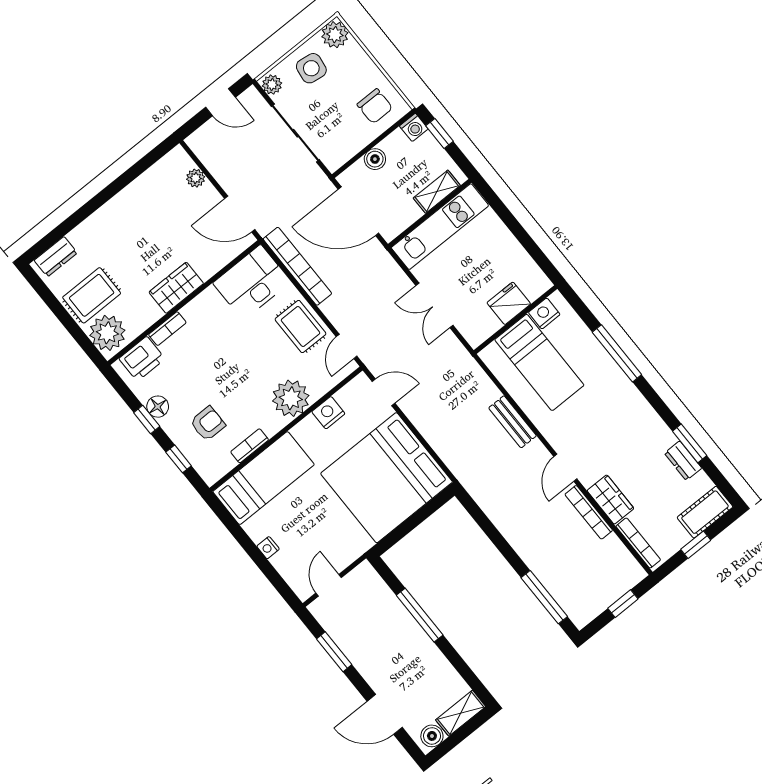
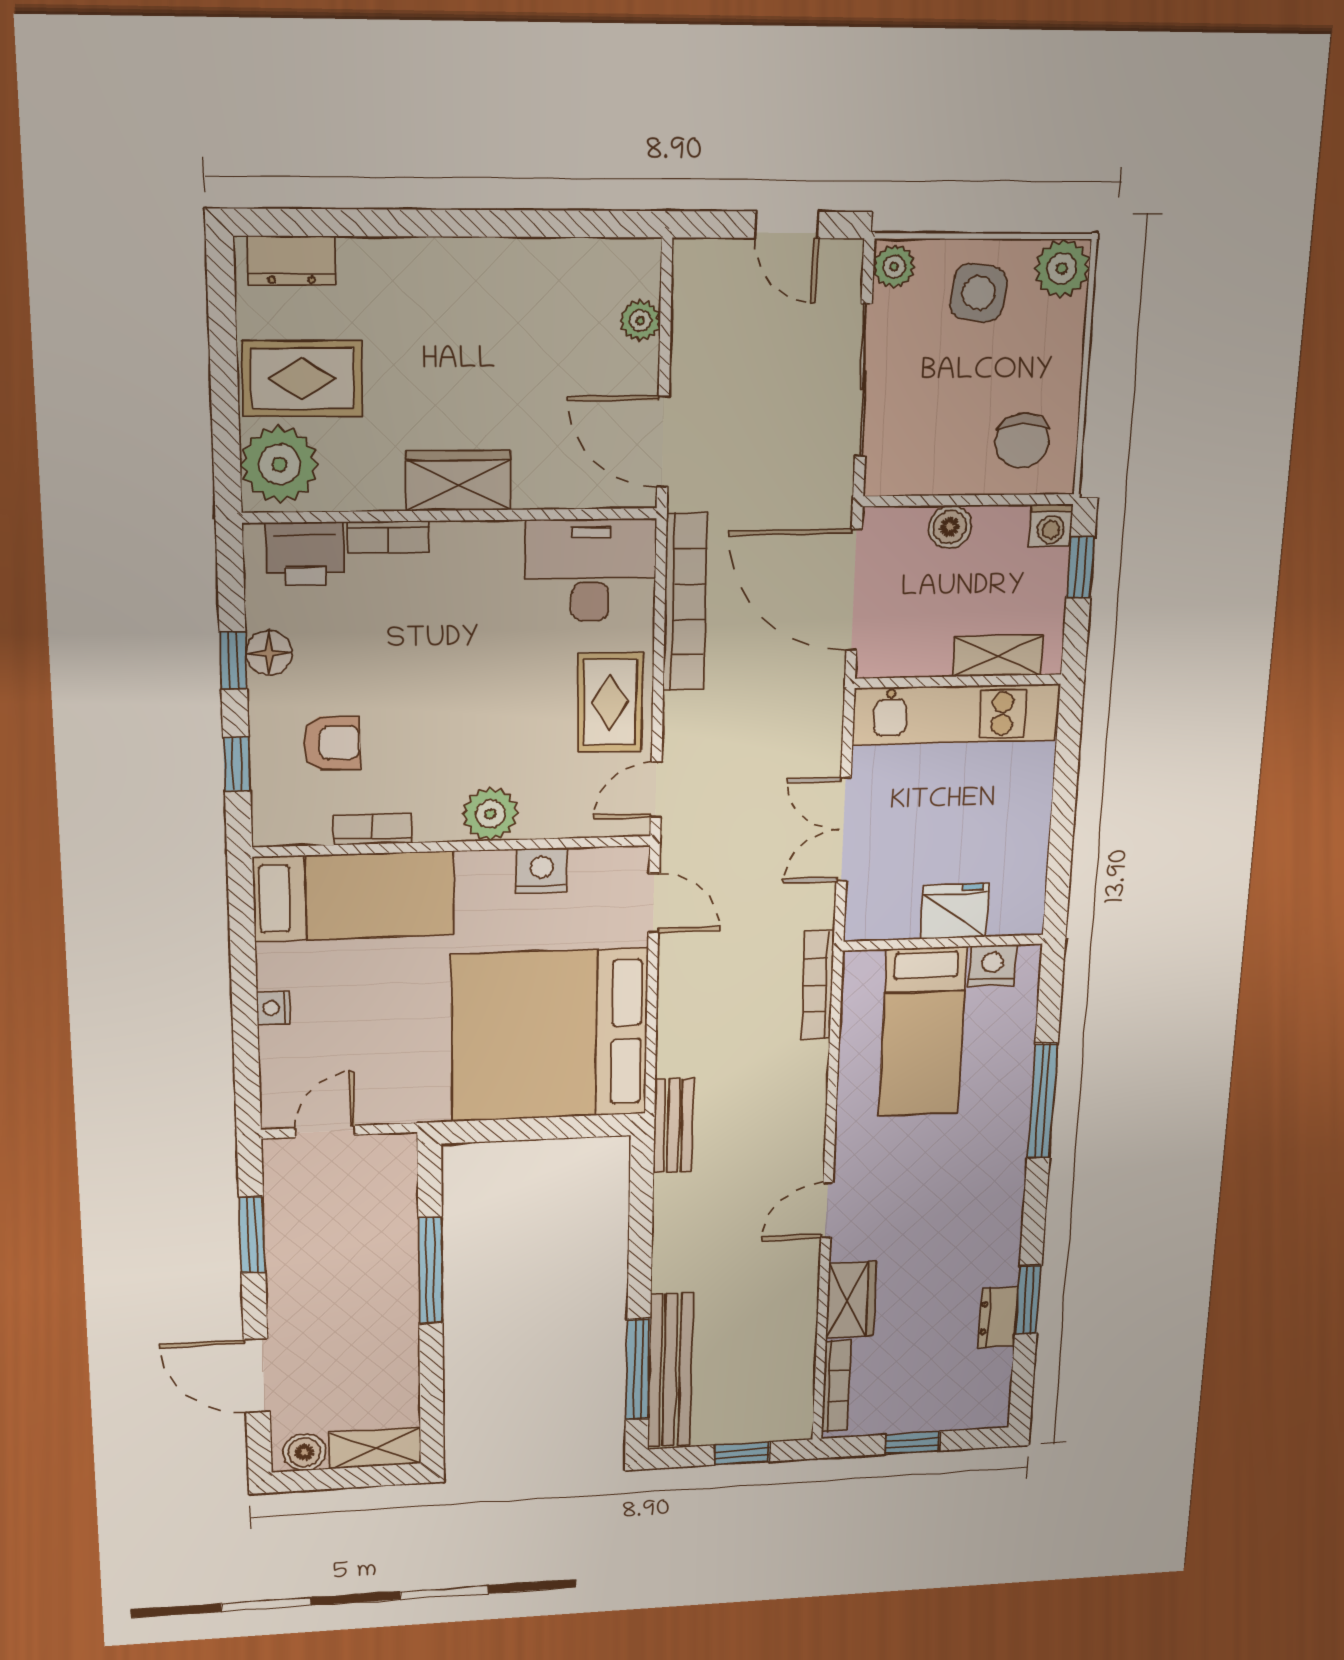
plant: (291, 398) -> (490, 814), width x0.73, depth x0.73
bench: (513, 422) -> (673, 1125), moved
bookcase: (589, 512) -> (818, 985), moved
cot: (705, 512) -> (965, 1408), removed
bench: (559, 588) -> (670, 1370), added

